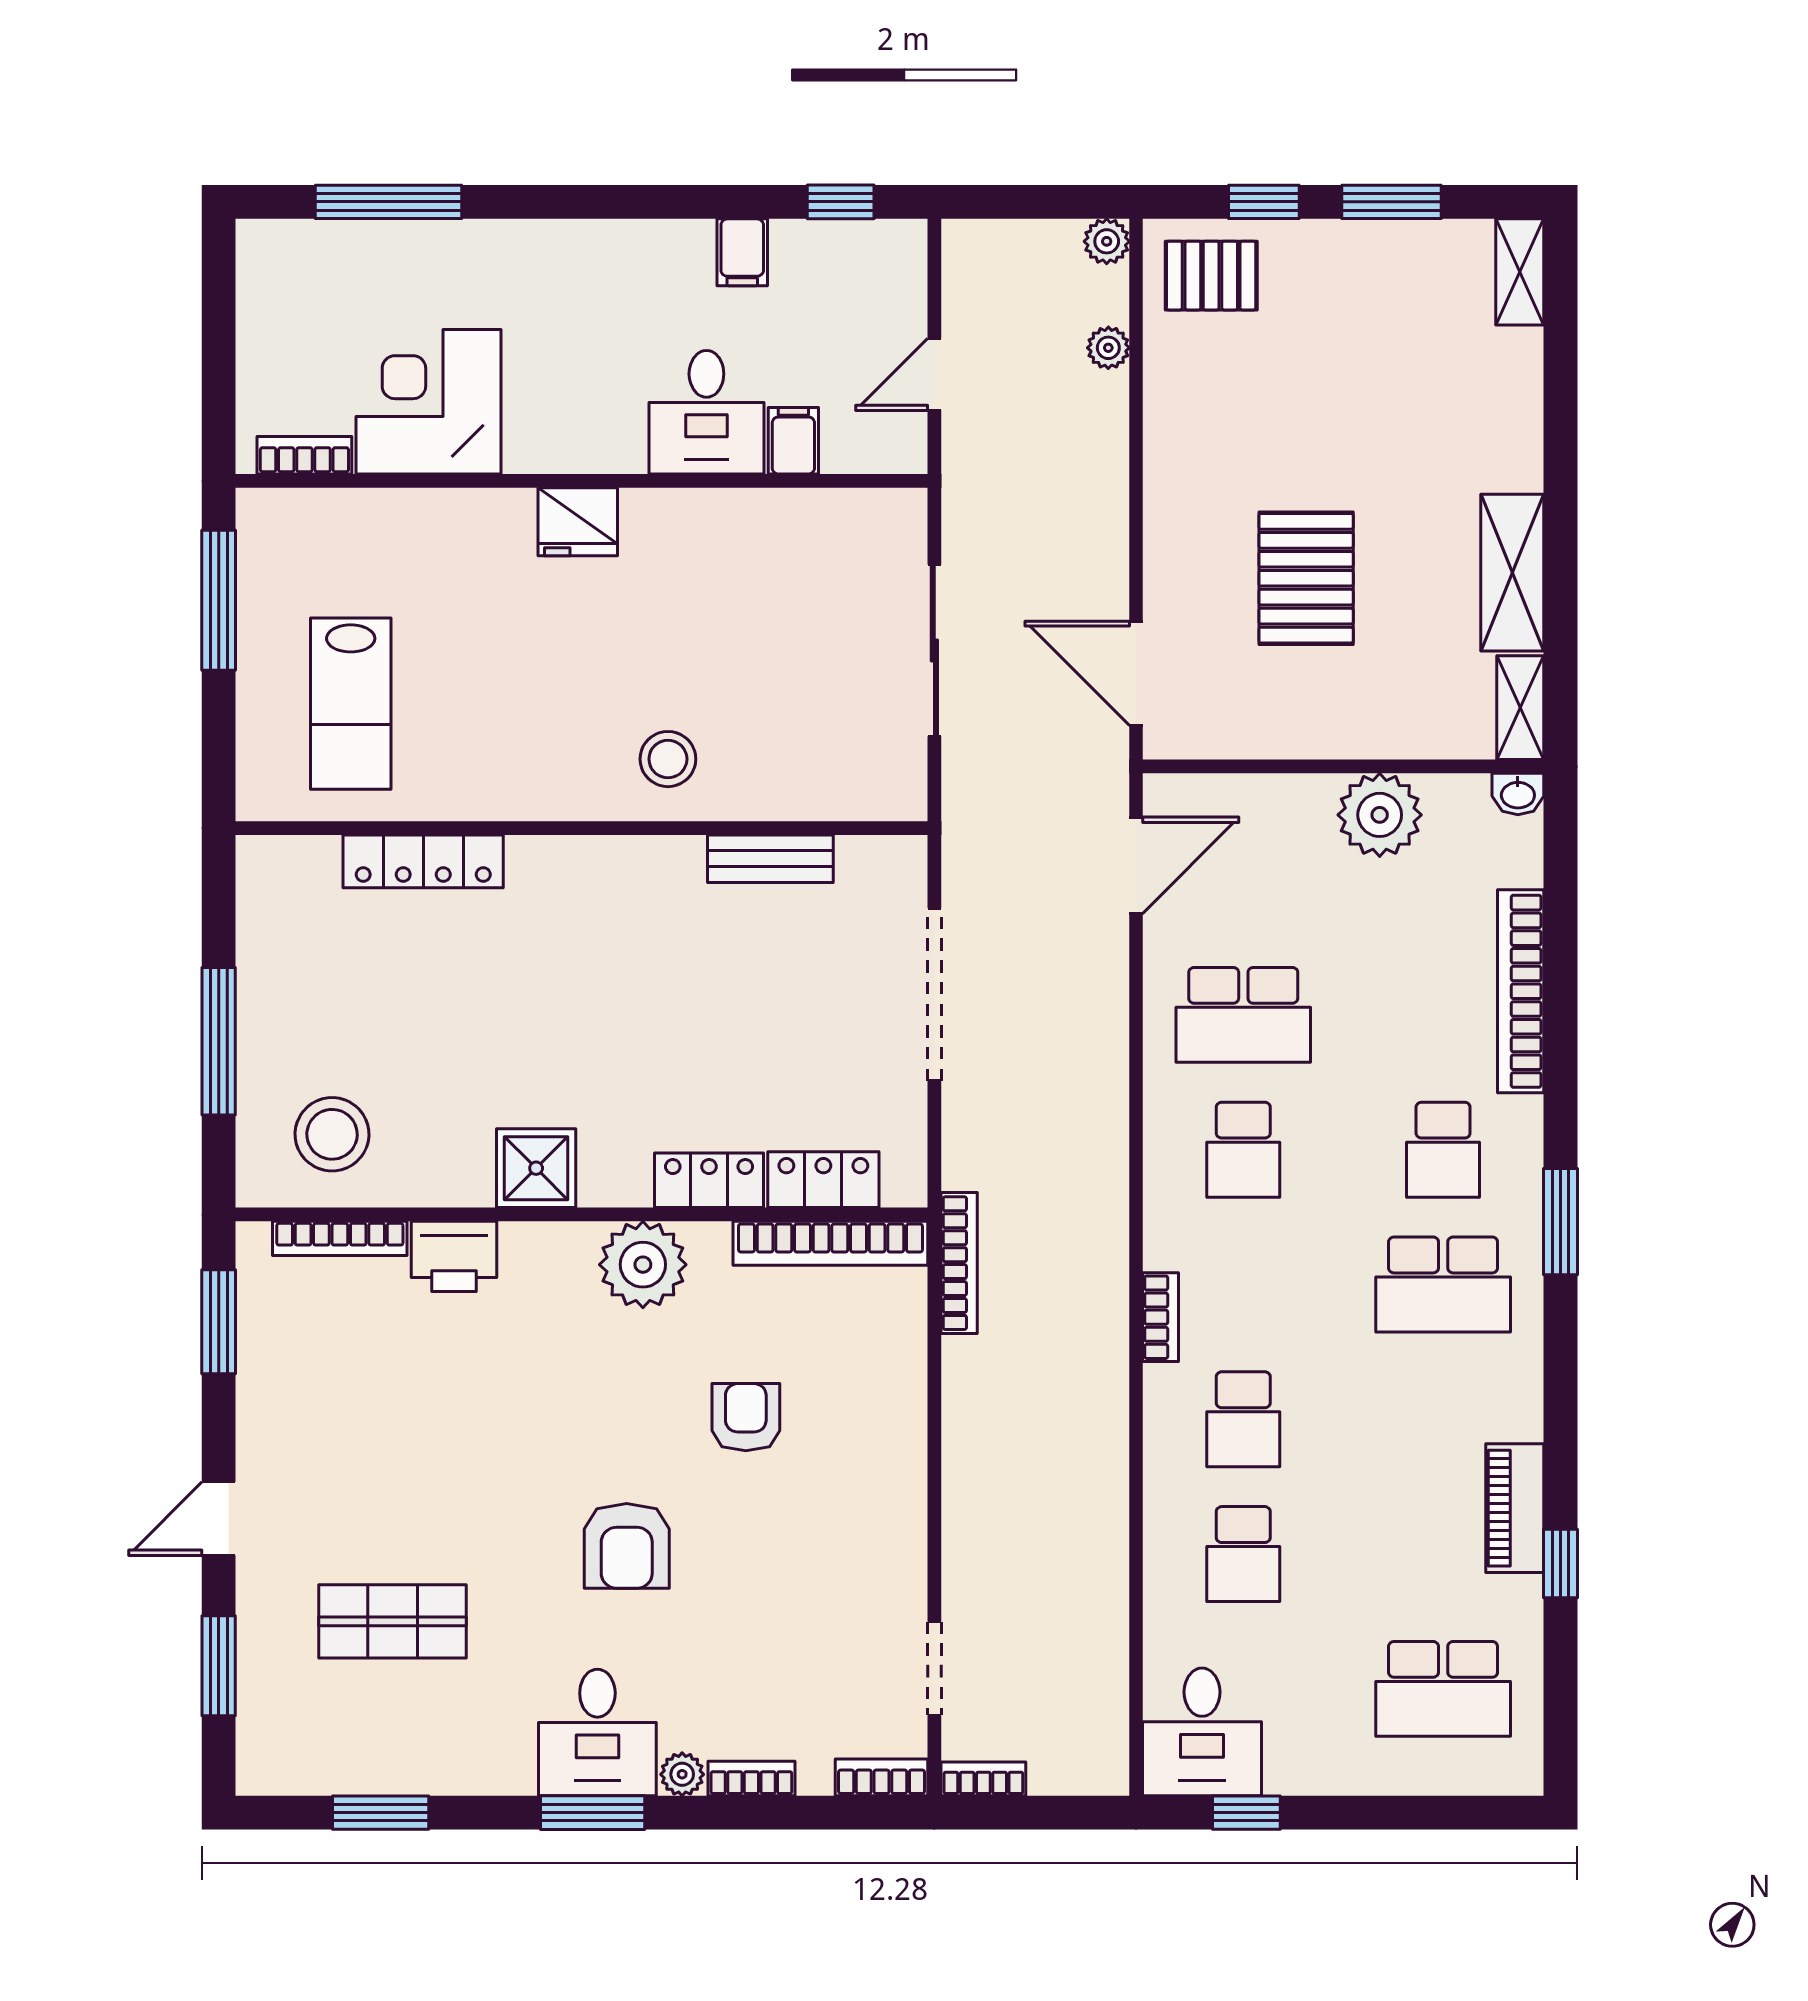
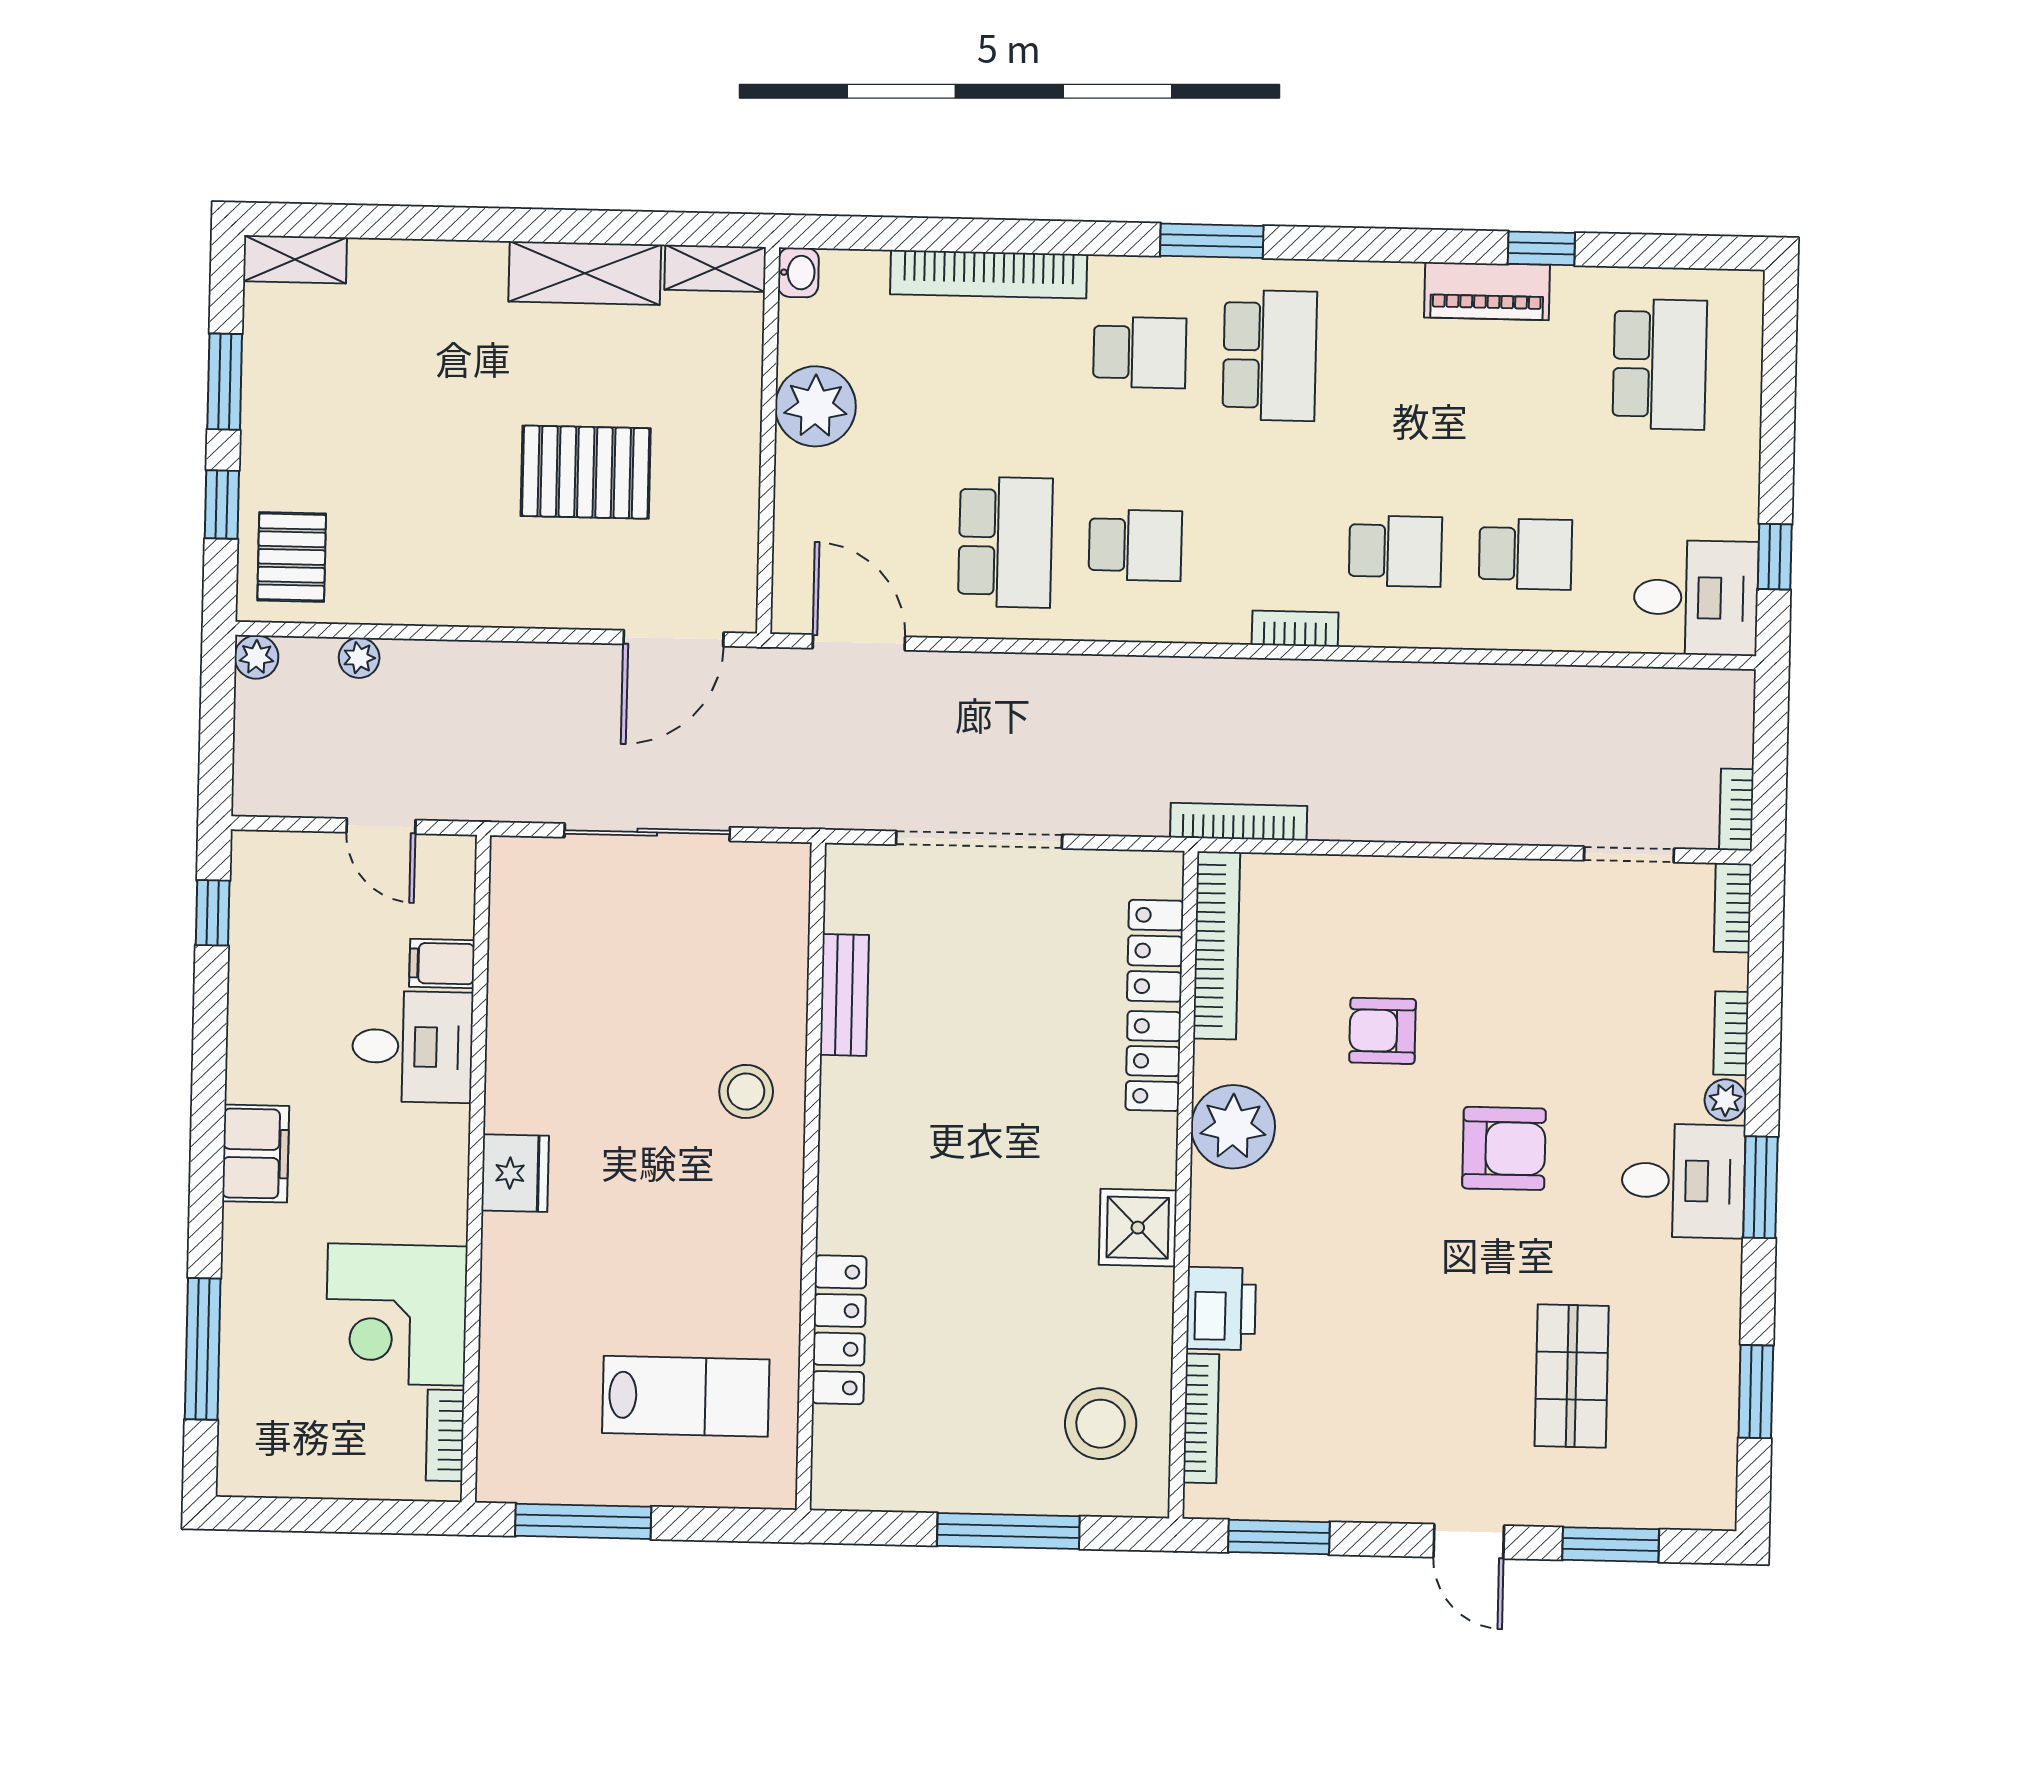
filing cabinet: (742, 252) -> (256, 1154), moved, width x2.00

